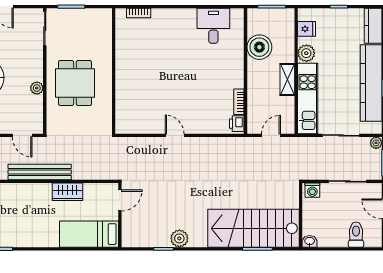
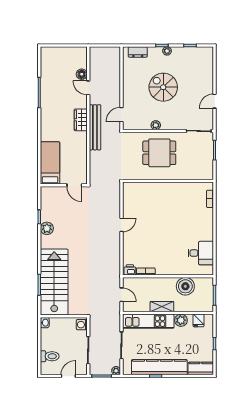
wardrobe: (68, 192) -> (81, 120), moved

